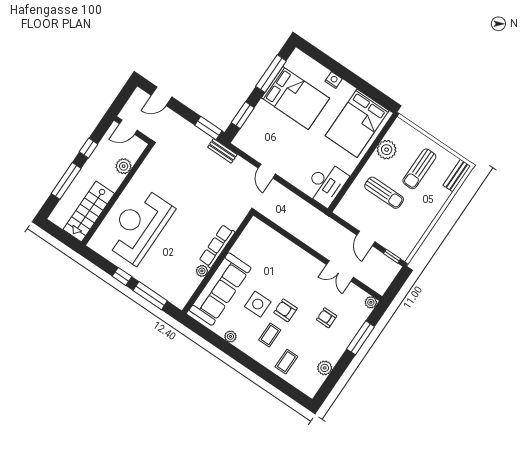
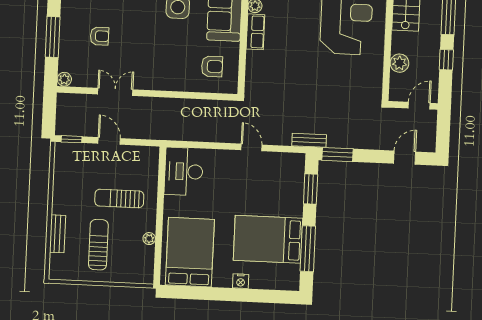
plant: (387, 150) -> (149, 239), width x0.53, depth x0.53
bench: (457, 176) -> (57, 234), moved
row of seats: (217, 246) -> (255, 32), width x0.68
armchair: (285, 310) -> (212, 66), moved

